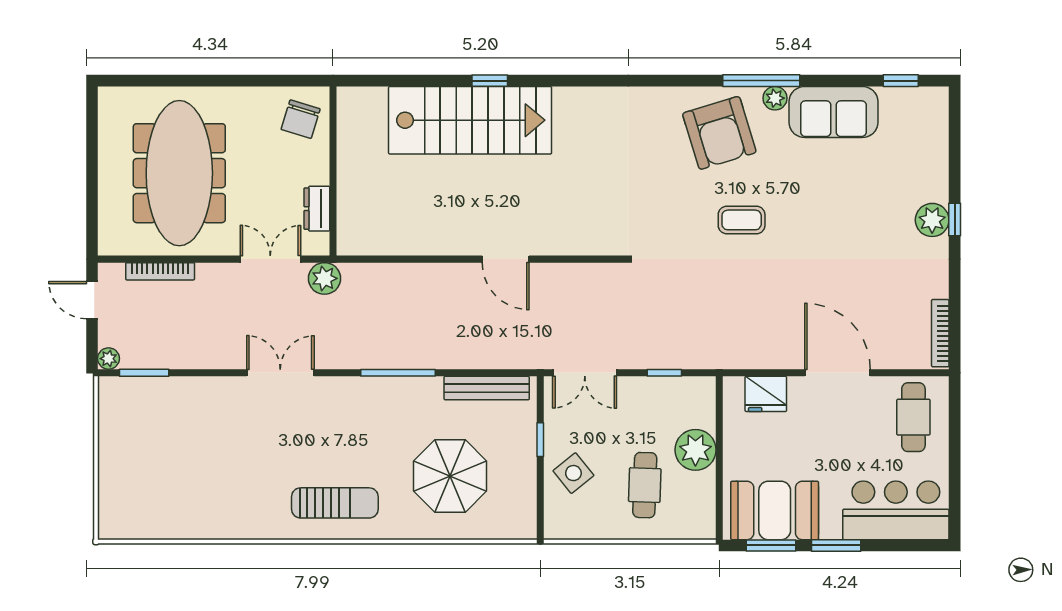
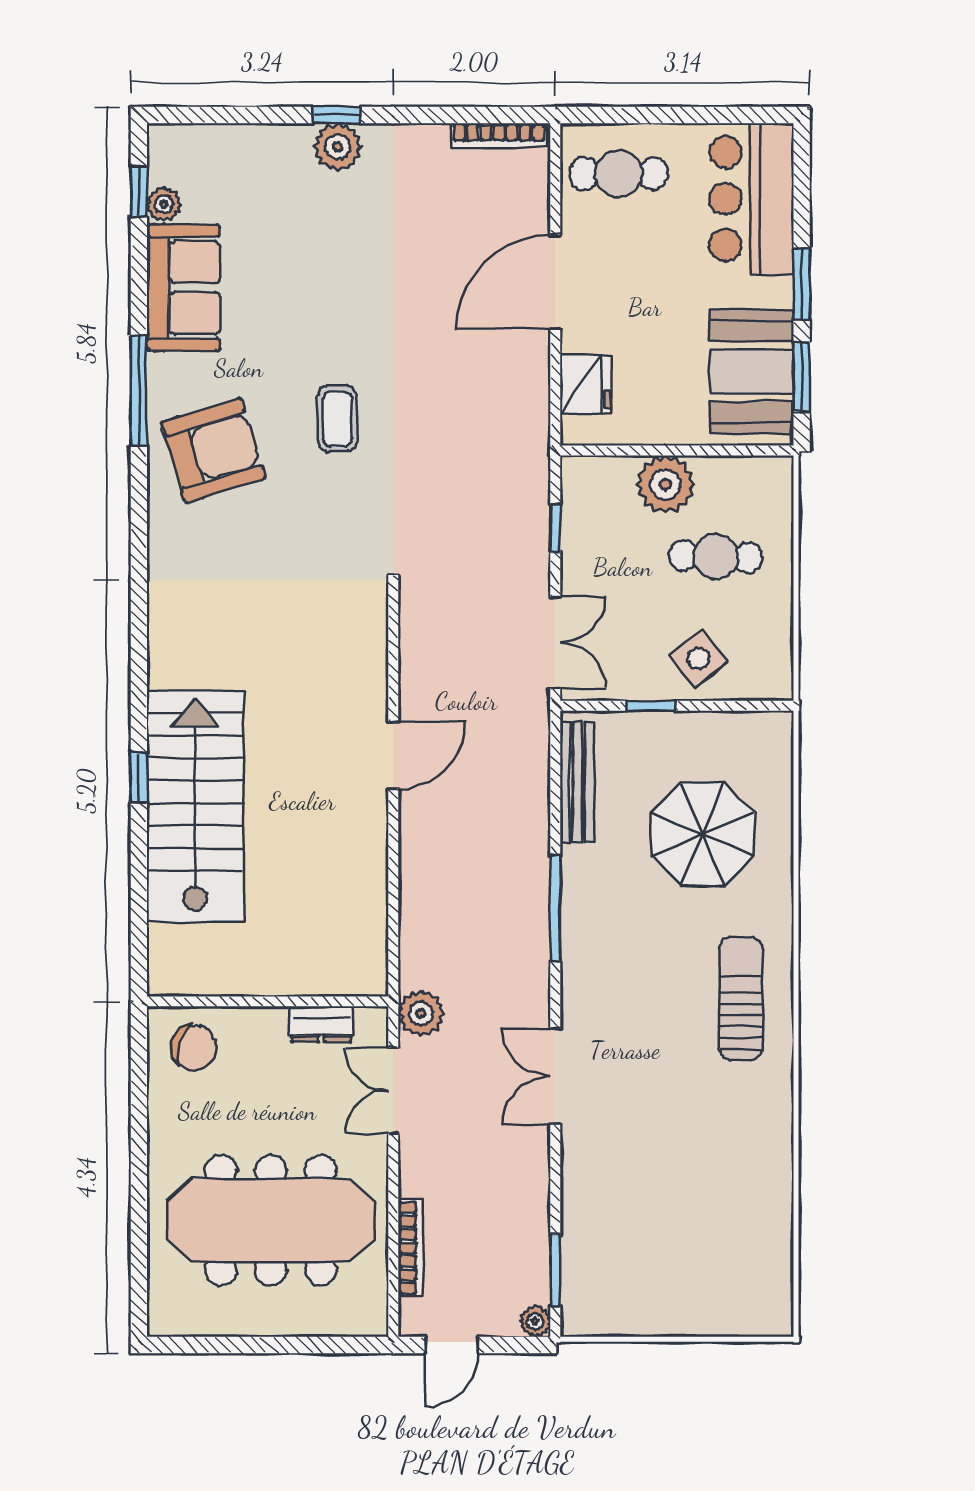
plant: (775, 98) -> (164, 204), moved

